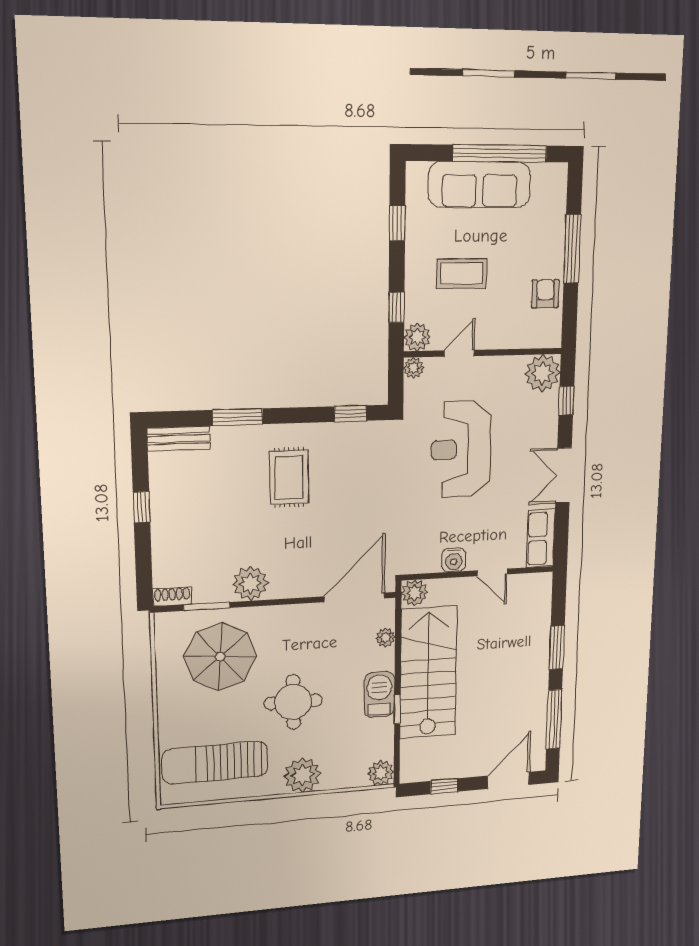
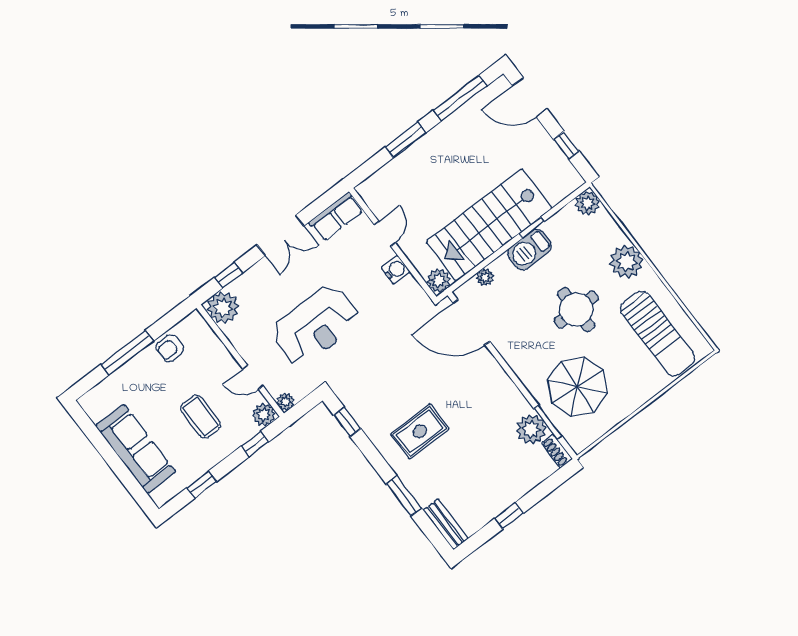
window: (500, 153) -> (106, 451), removed
plant: (250, 584) -> (531, 429), moved

